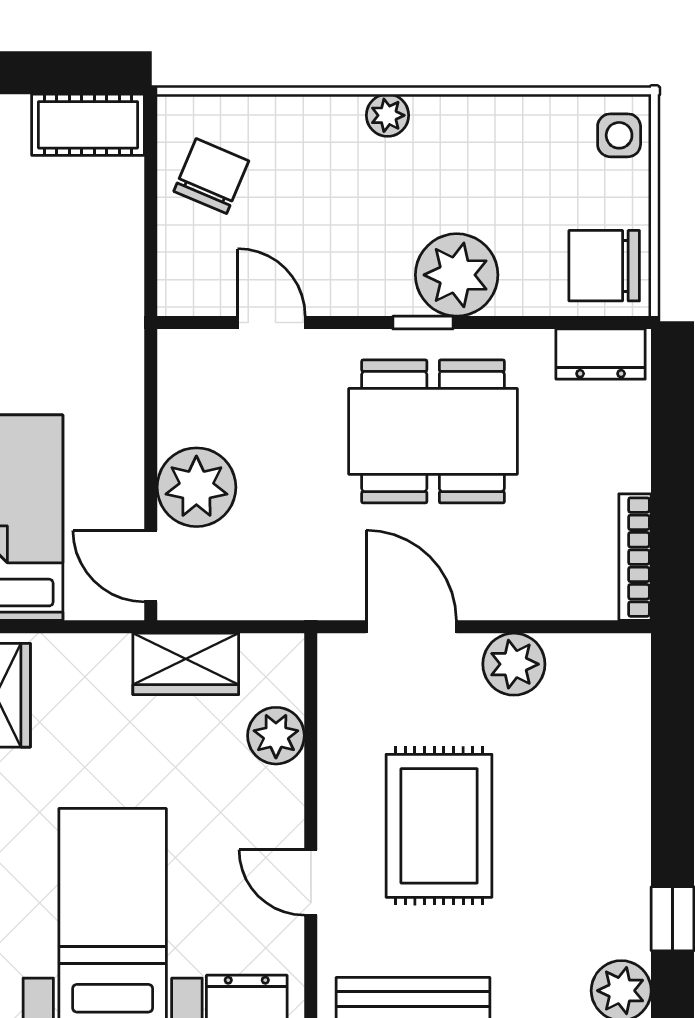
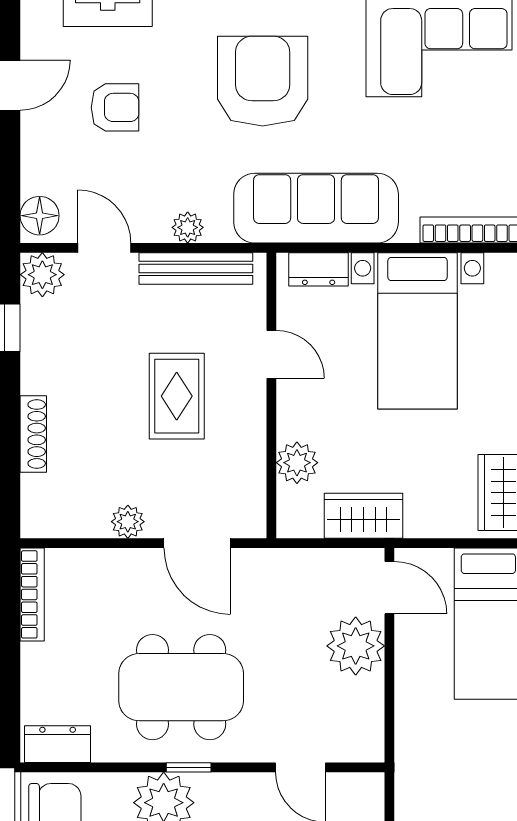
plant: (514, 664) -> (128, 522), width x0.73, depth x0.73
shoe rack: (633, 775) -> (33, 434), added
rug: (439, 826) -> (177, 396), width x0.73, depth x0.70

